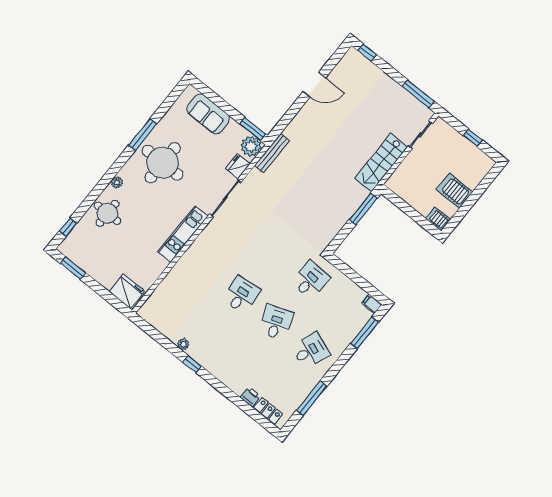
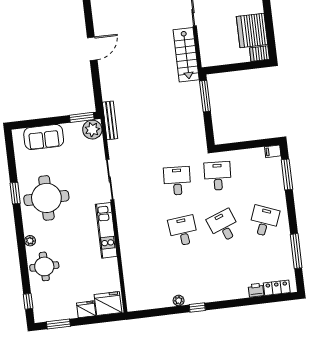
window: (143, 135) -> (15, 193), width x0.69
fridge: (238, 166) -> (86, 309), moved, turned 90
server rack: (454, 191) -> (252, 30), width x1.60
desk: (276, 252) -> (177, 181), added

